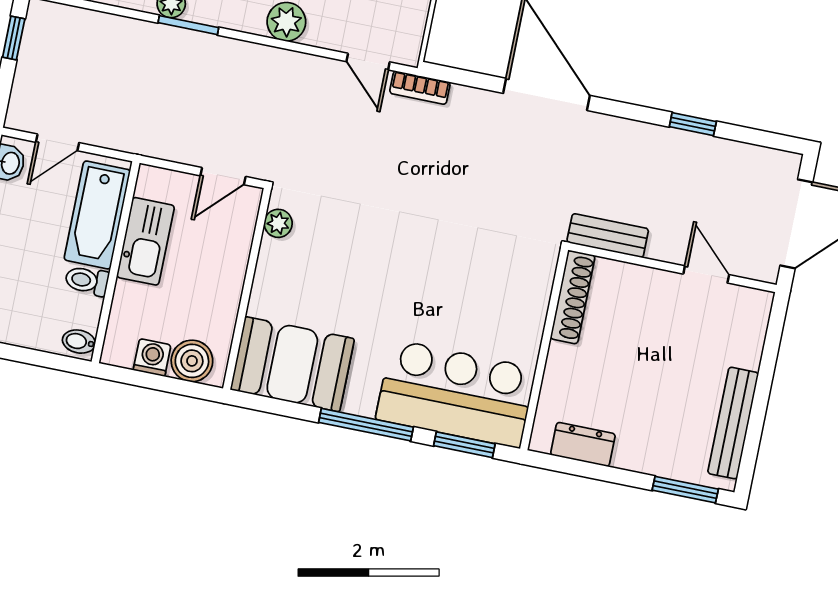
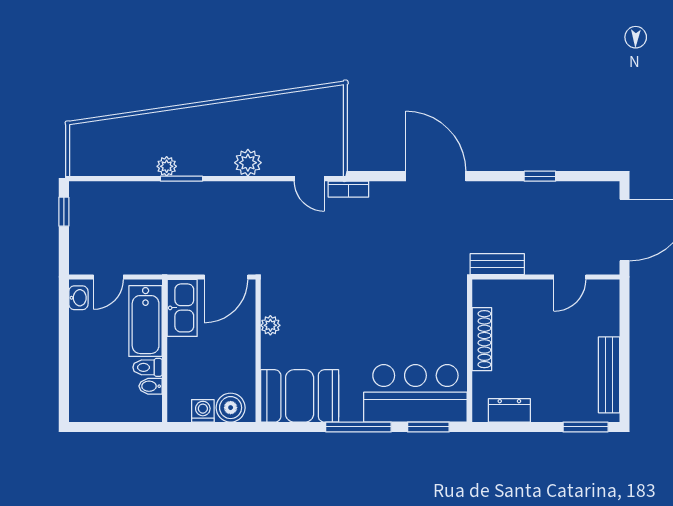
door: (223, 176) -> (226, 277), width x1.38
plant: (278, 223) -> (270, 325), moved
kitchen sink: (145, 241) -> (182, 308), moved
door: (706, 274) -> (570, 277), swing flipped
shoe rack: (573, 297) -> (482, 339), moved
bidet: (79, 342) -> (151, 386), moved

